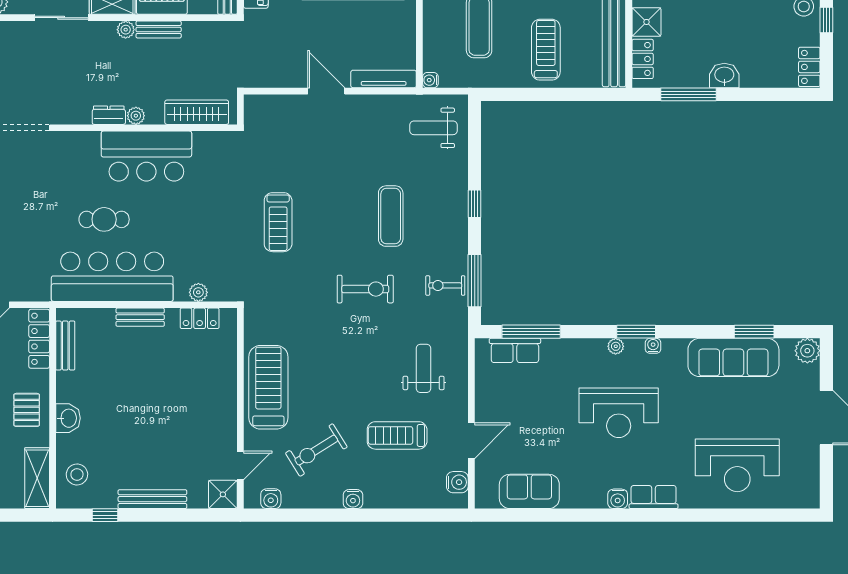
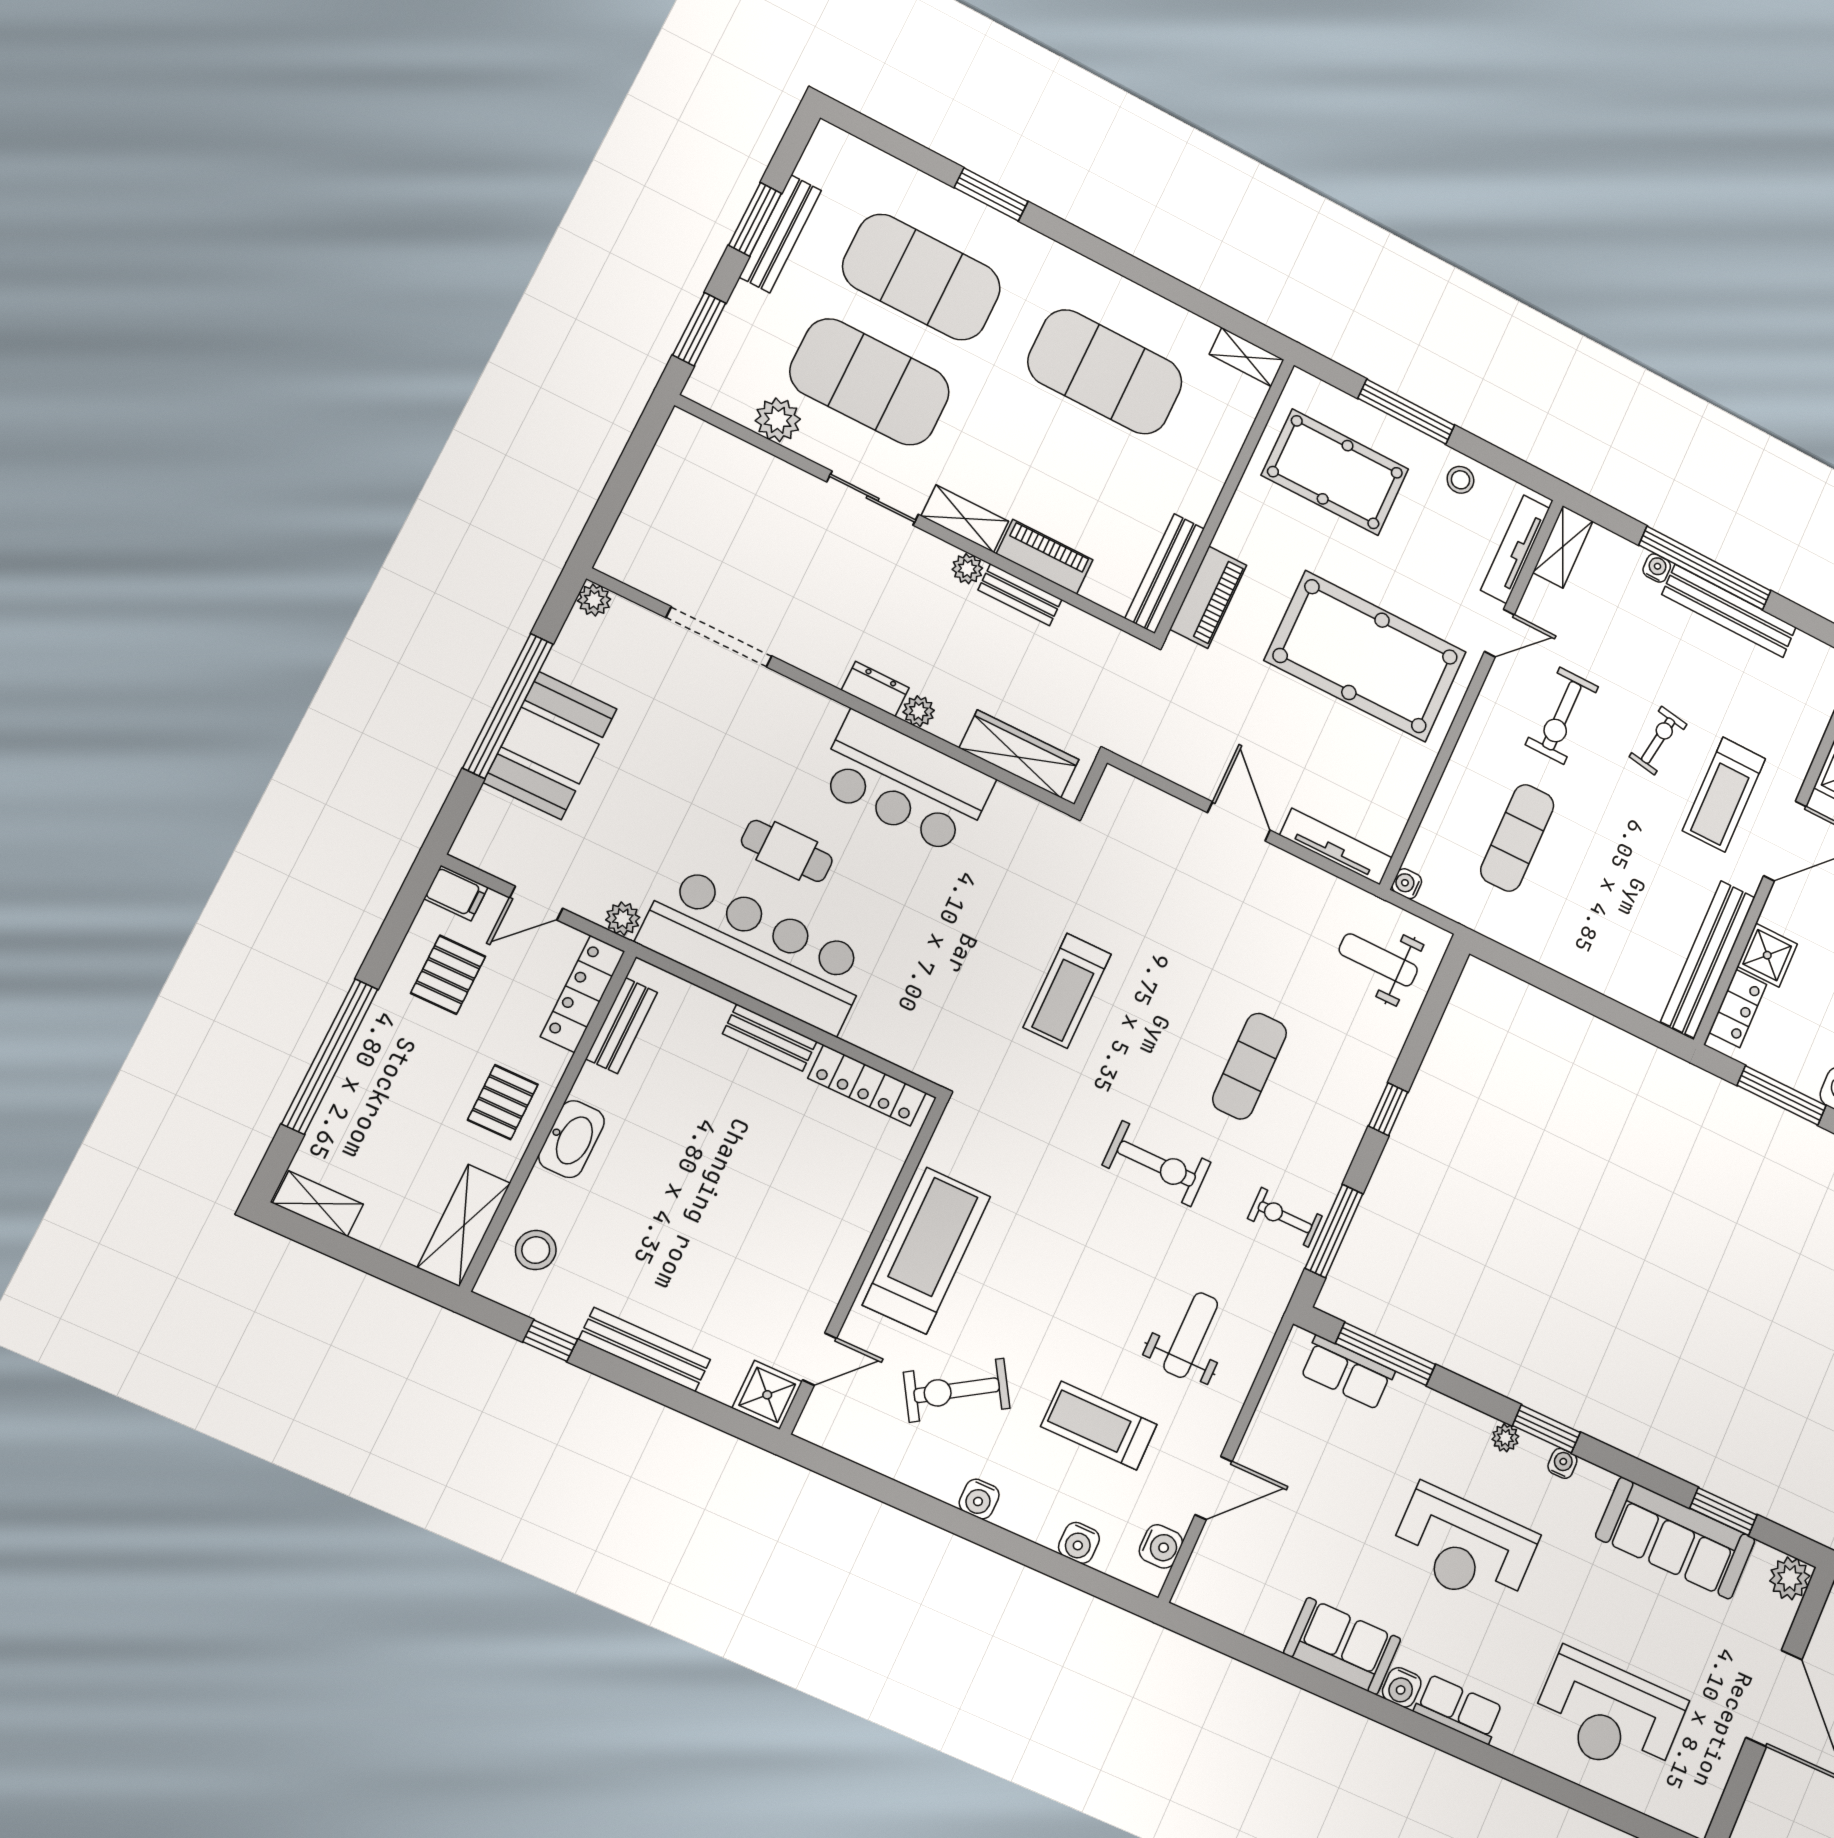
treadmill: (546, 50) -> (1601, 923), removed
plant: (198, 292) -> (623, 919), moved
locker: (200, 318) -> (867, 1085), width x1.53
washbasin: (68, 418) -> (571, 1139), width x1.38
sofa: (529, 491) -> (1342, 1646), moved
water cooler: (271, 499) -> (1079, 1543), moved

